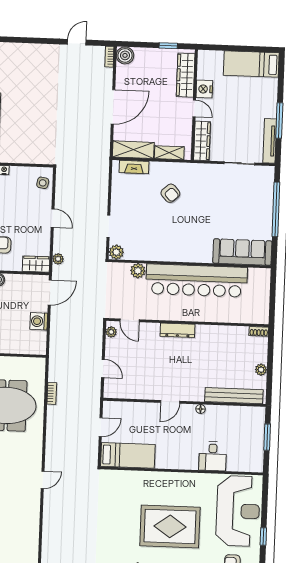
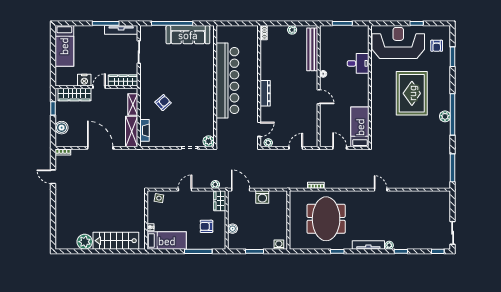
boiler: (125, 55) -> (62, 128), moved
sofa: (242, 252) -> (188, 35), moved, turned -90
plant: (138, 271) -> (222, 125), removed

